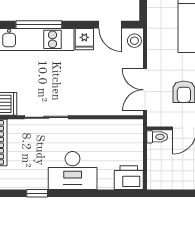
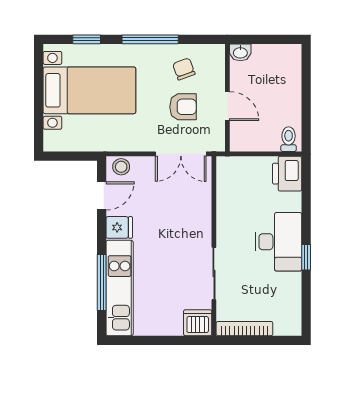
toilet: (157, 137) -> (289, 139), moved
window: (37, 193) -> (306, 257), moved

